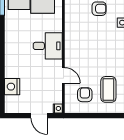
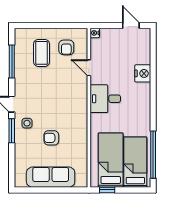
nightstand: (12, 87) -> (143, 73), moved
door: (39, 116) -> (131, 25), moved

